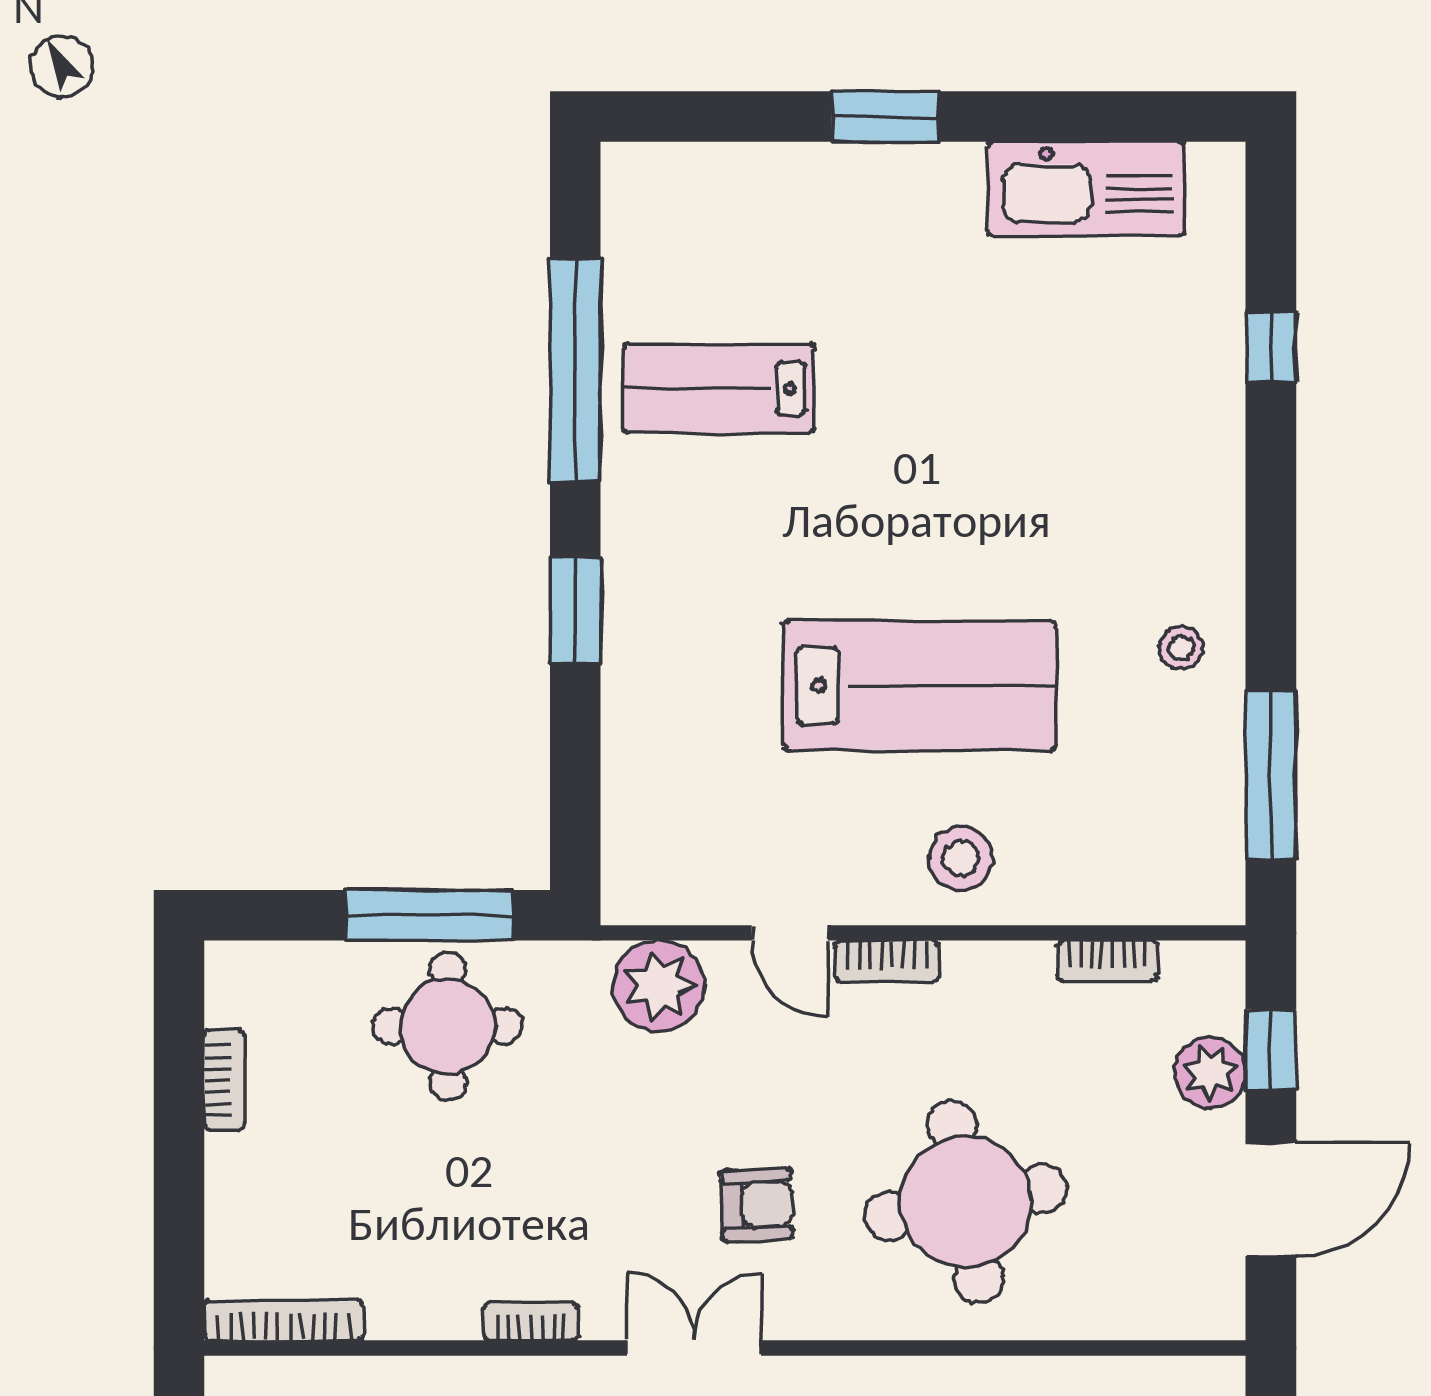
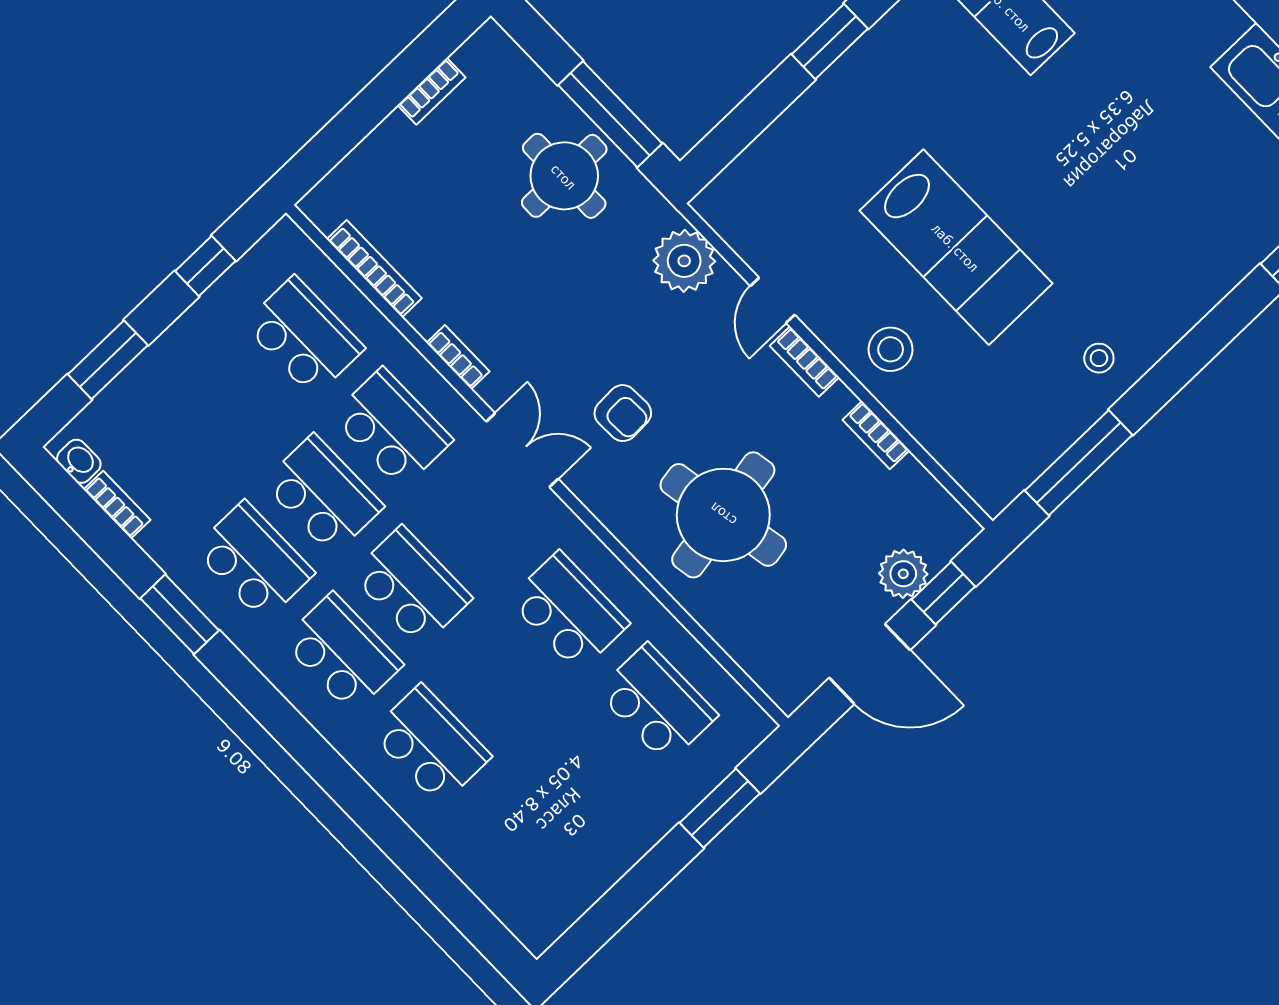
bookcase: (1107, 960) -> (876, 435), moved
bookcase: (284, 1320) -> (374, 269), moved

